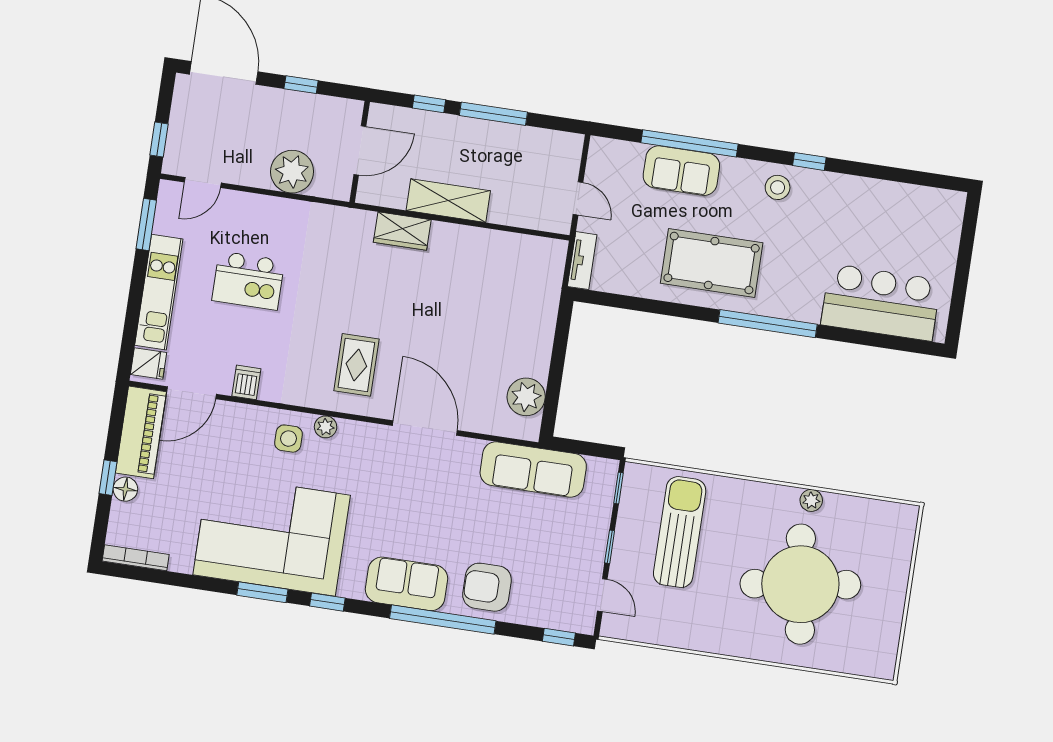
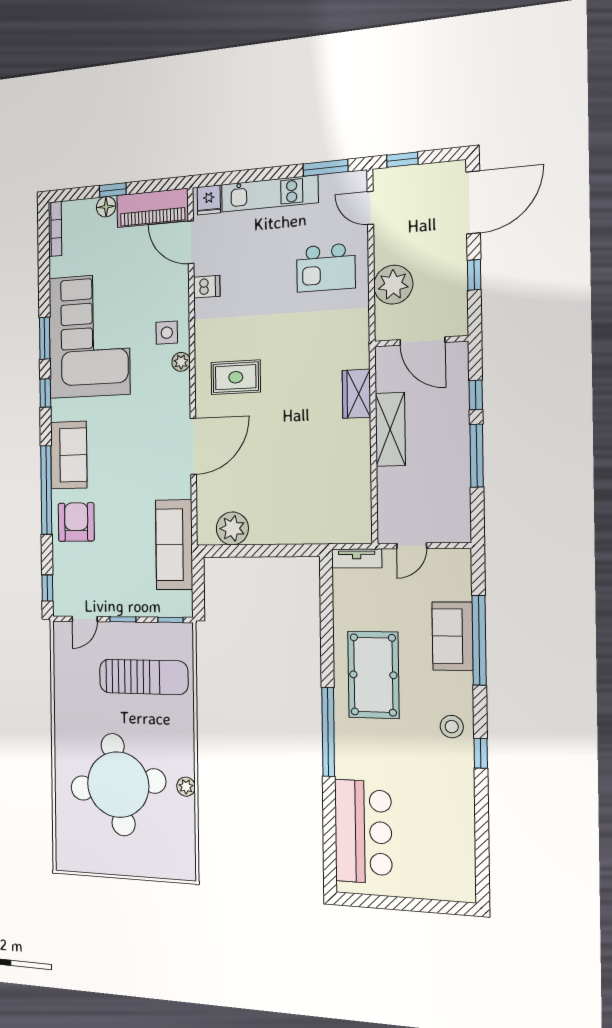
kitchen island: (248, 281) -> (326, 268), moved, turned -90

